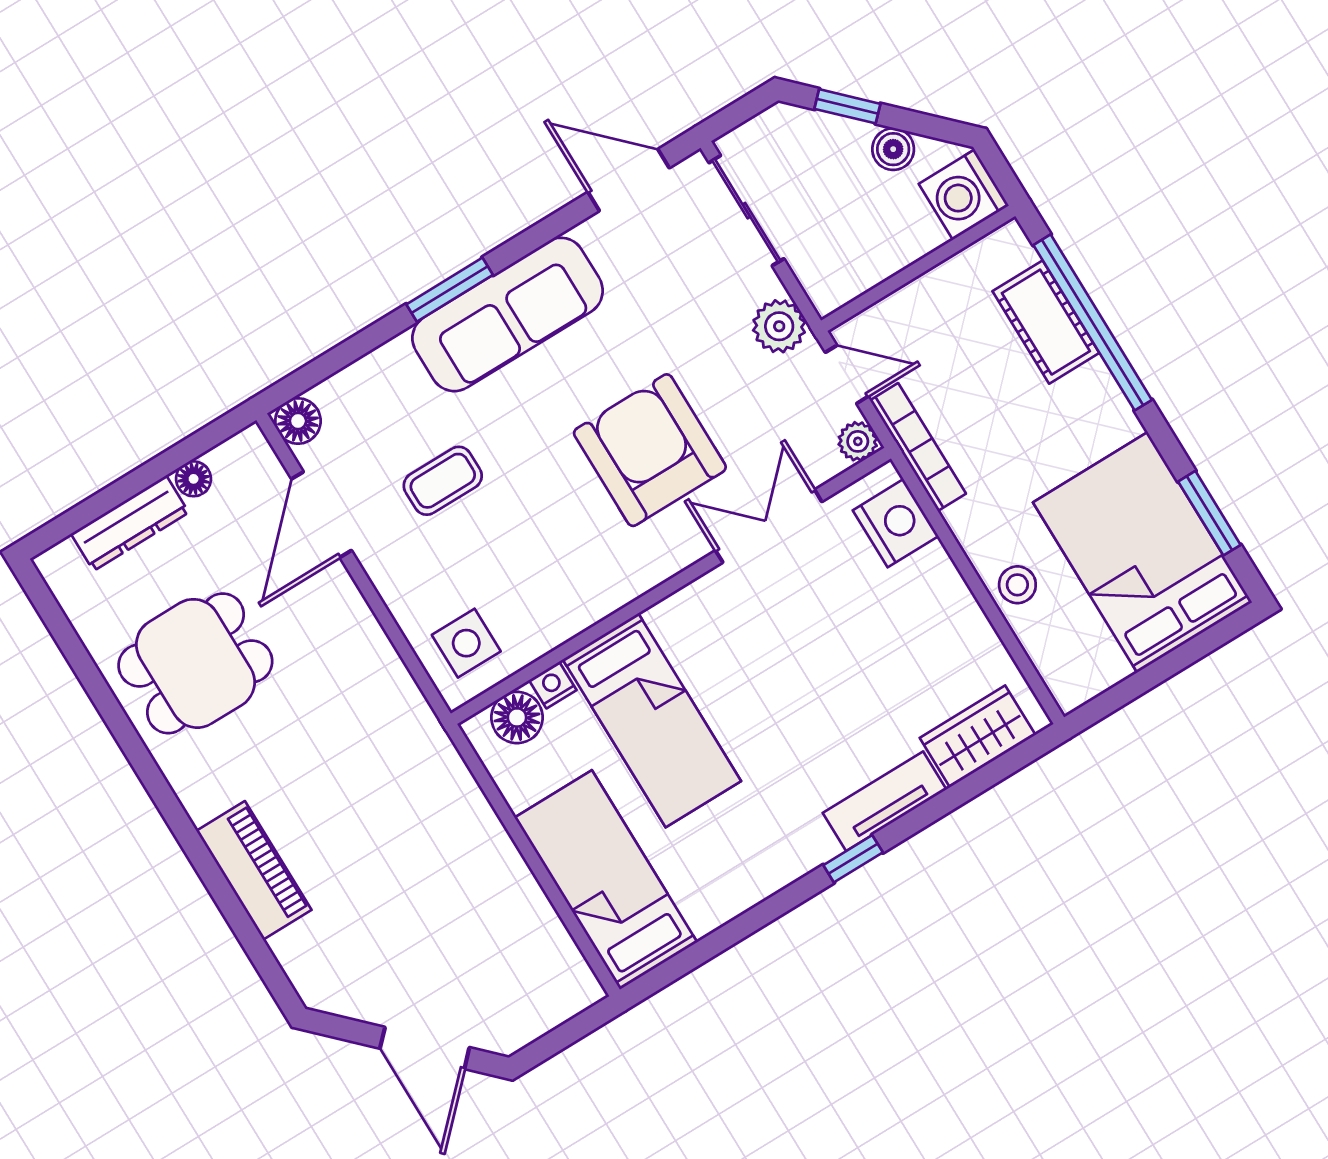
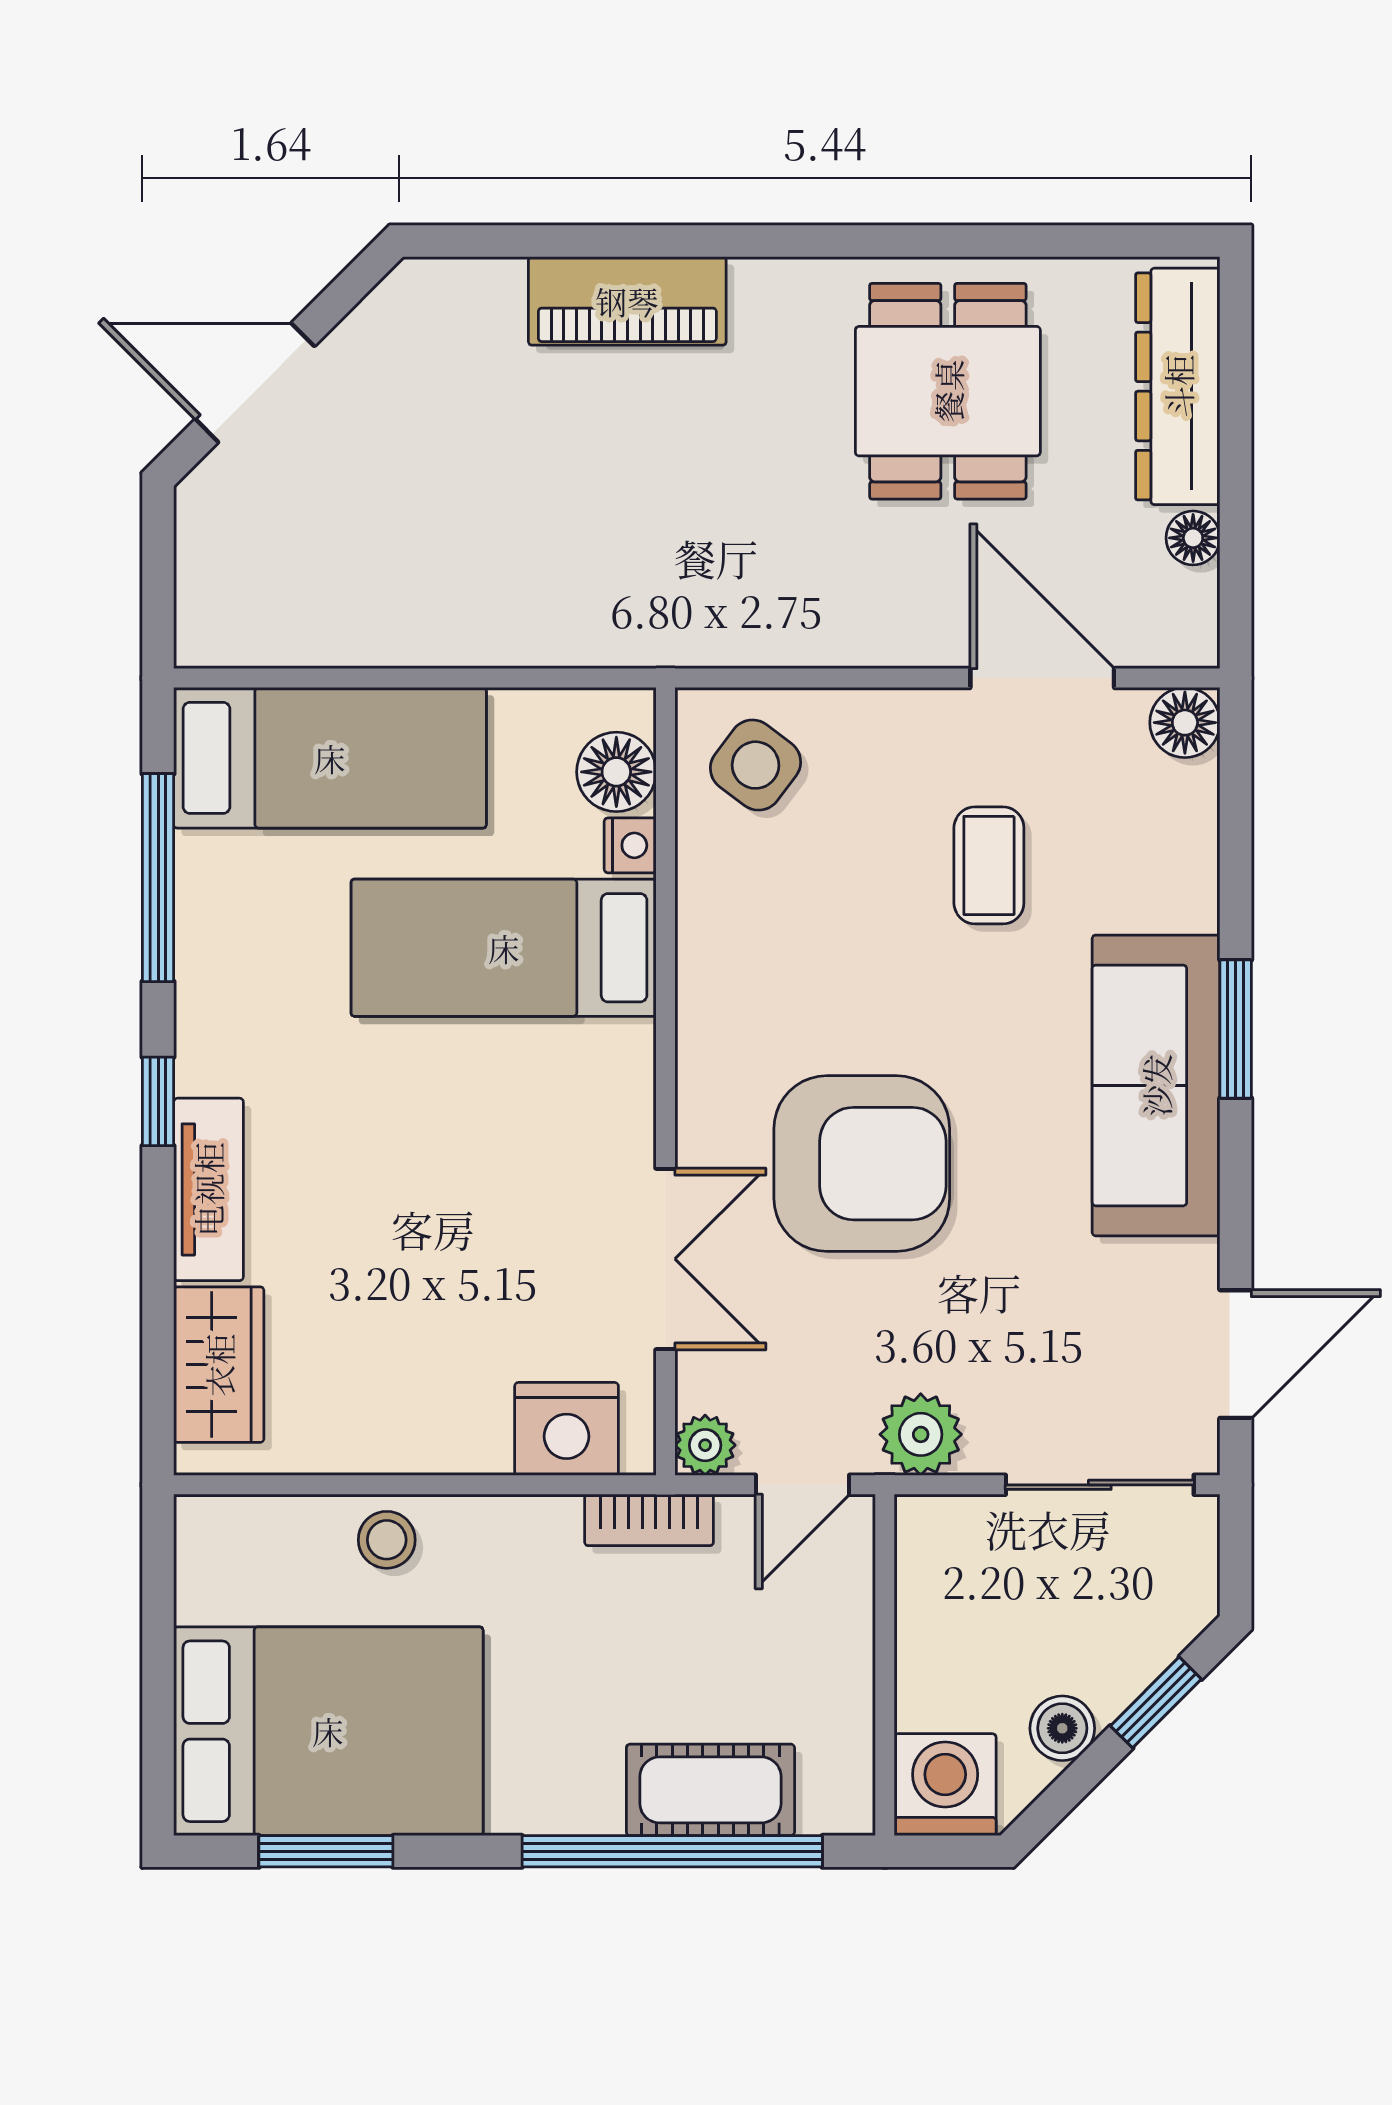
bookcase: (918, 447) -> (649, 1520), width x0.64
dresser: (130, 523) -> (1178, 386), width x1.37, depth x1.24
side table: (466, 643) -> (756, 765), turned 37
window: (730, 934) -> (158, 878), added

